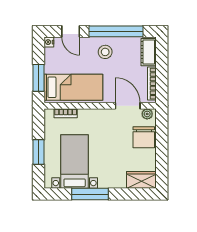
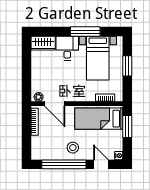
cot: (149, 52) -> (37, 147), removed
chair: (144, 137) -> (41, 78), removed
desk: (112, 174) -> (67, 48), added

